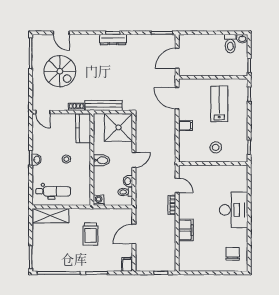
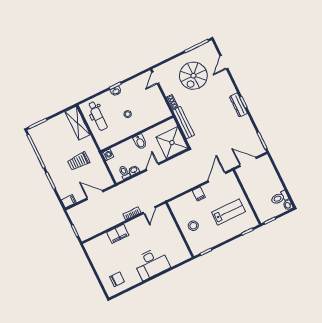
kitchen counter: (83, 128) -> (158, 115), removed
door: (134, 160) -> (153, 167), swing flipped

